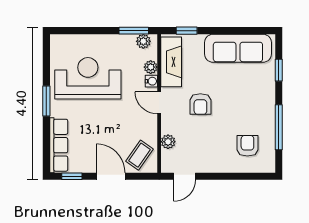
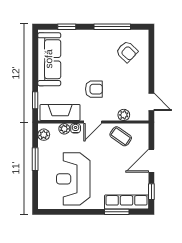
window: (134, 31) -> (35, 159), moved
window: (46, 101) -> (117, 212), moved
armchair: (247, 146) -> (127, 52), turned -136
coffee table: (140, 155) -> (121, 136), moved

